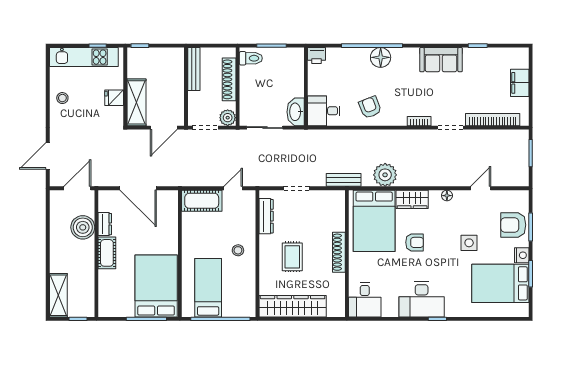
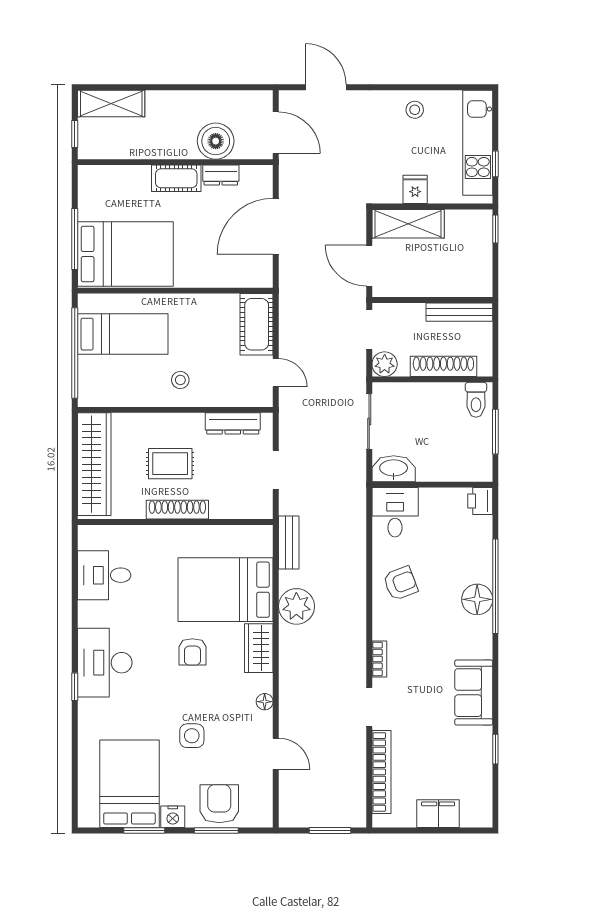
shoe rack: (339, 252) -> (177, 510), moved
wall: (347, 254) -> (175, 522), moved

